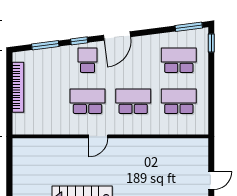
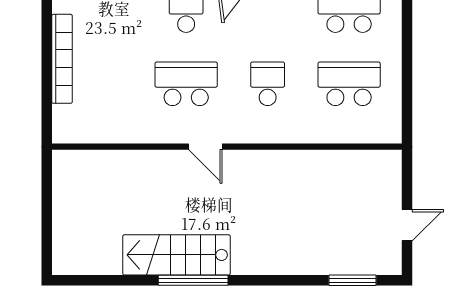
school desk: (133, 101) -> (268, 84), width x0.54
door: (98, 136) -> (205, 147), hinge flipped

